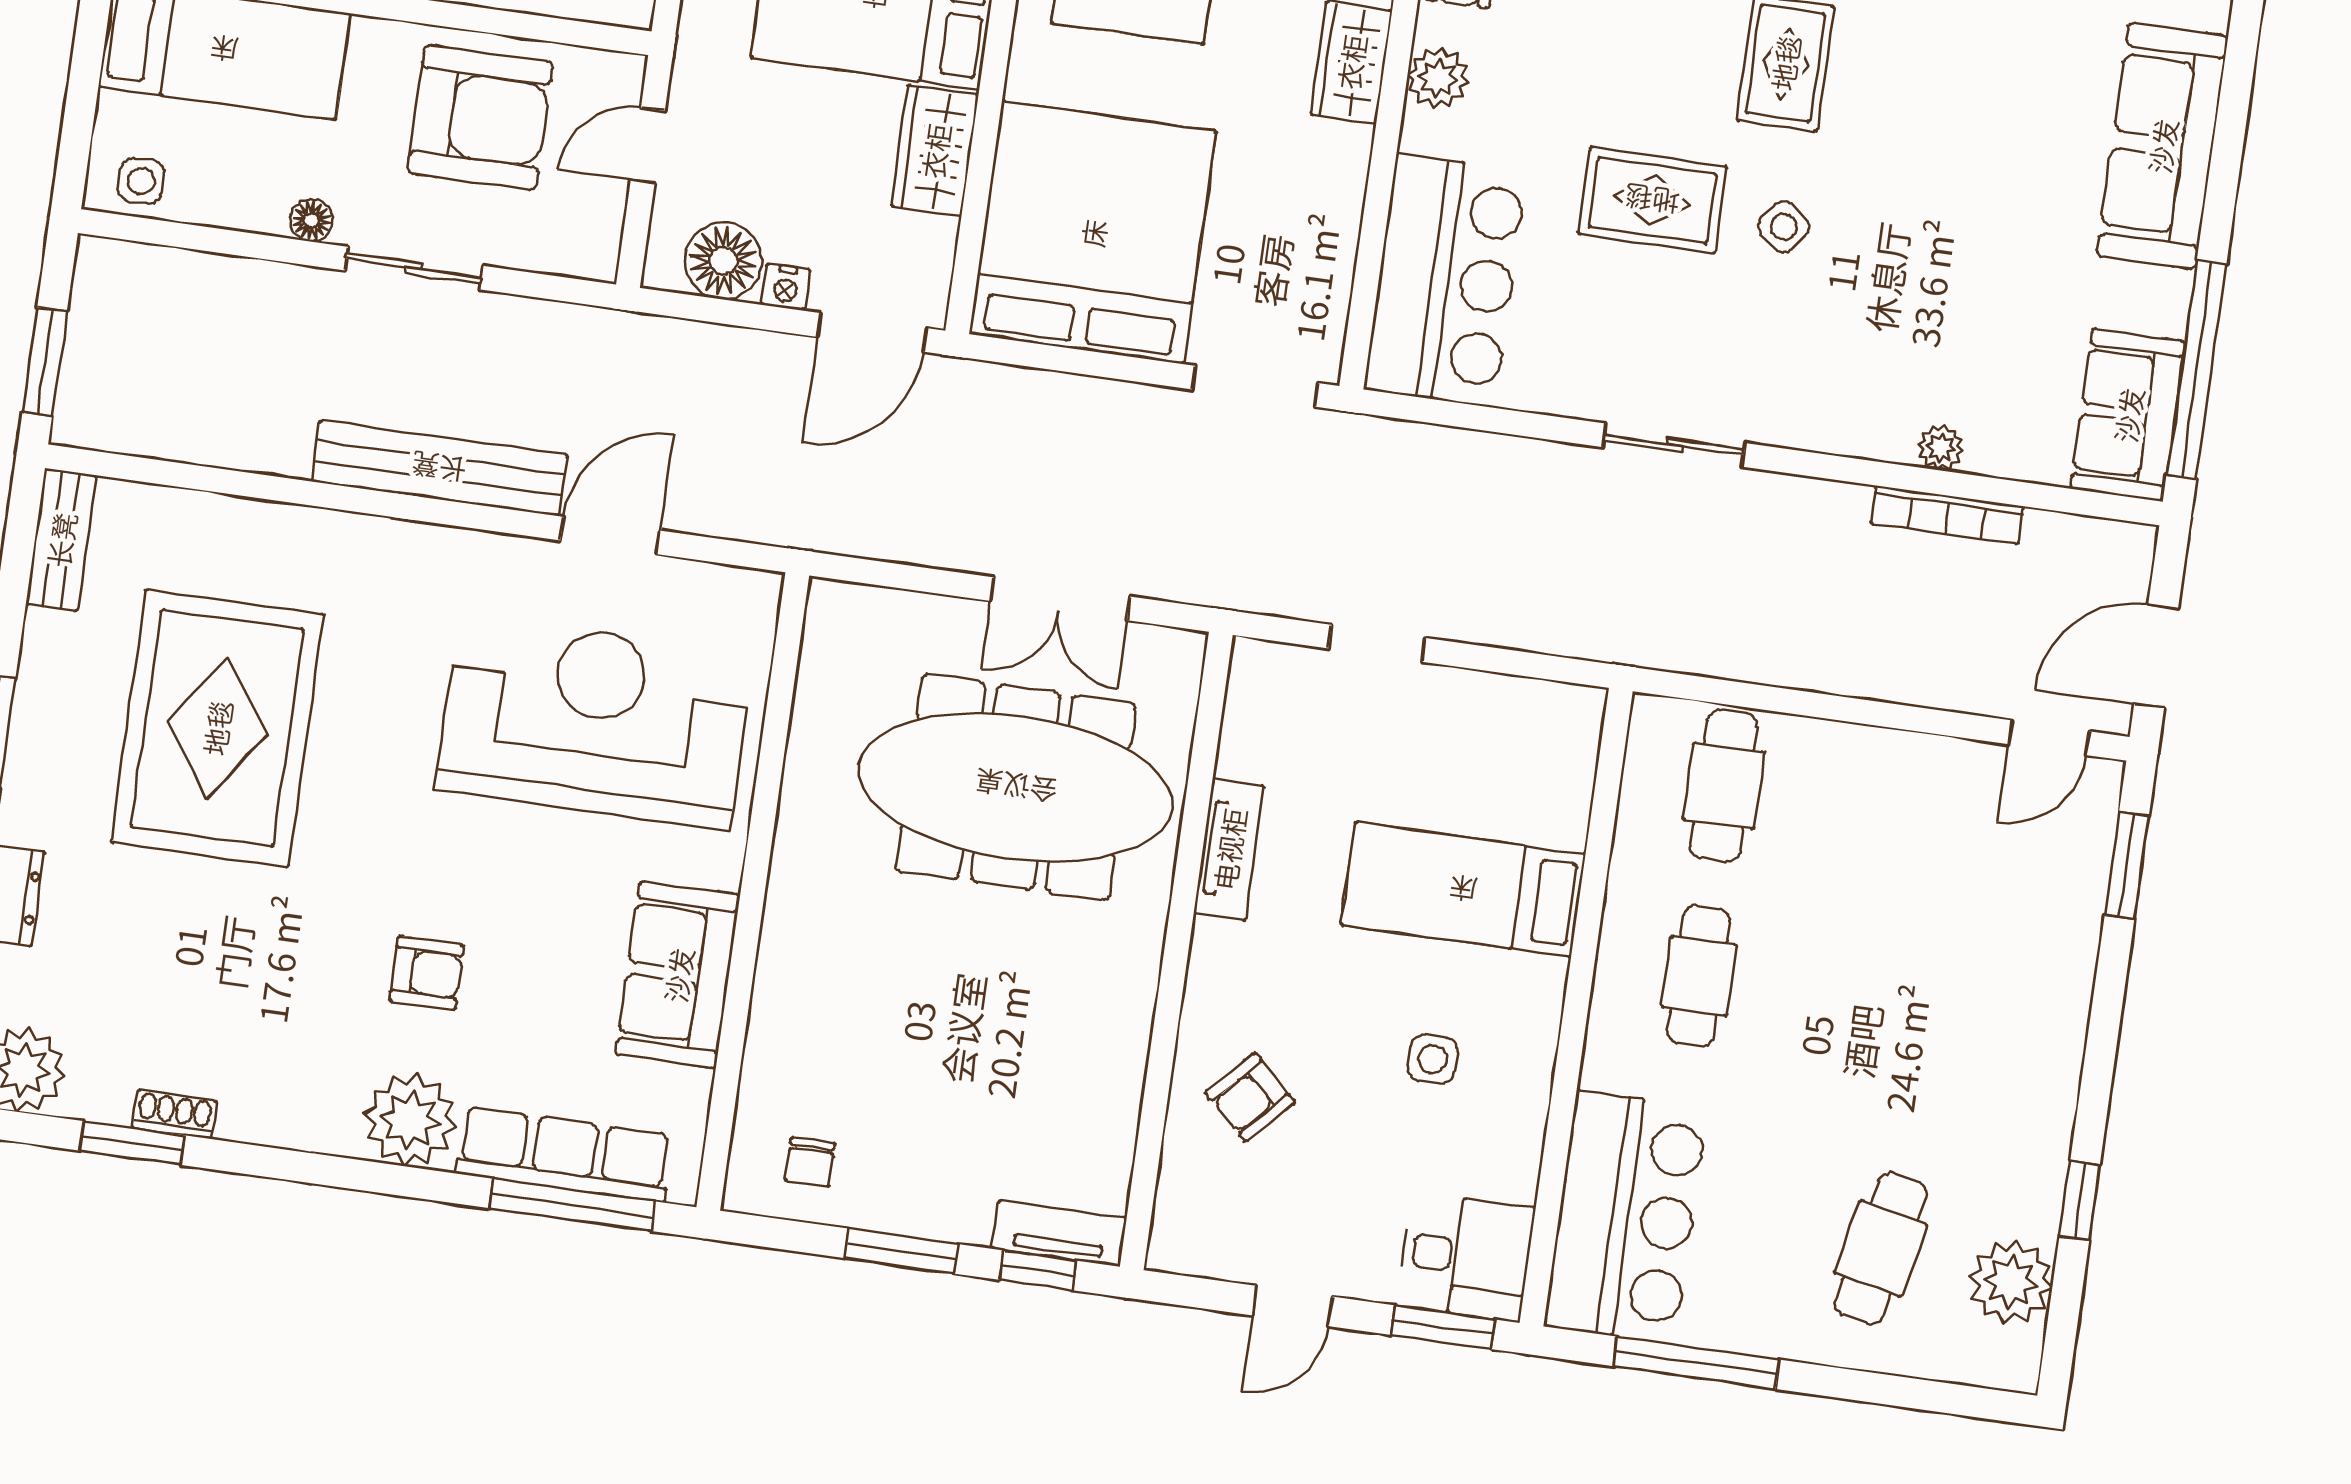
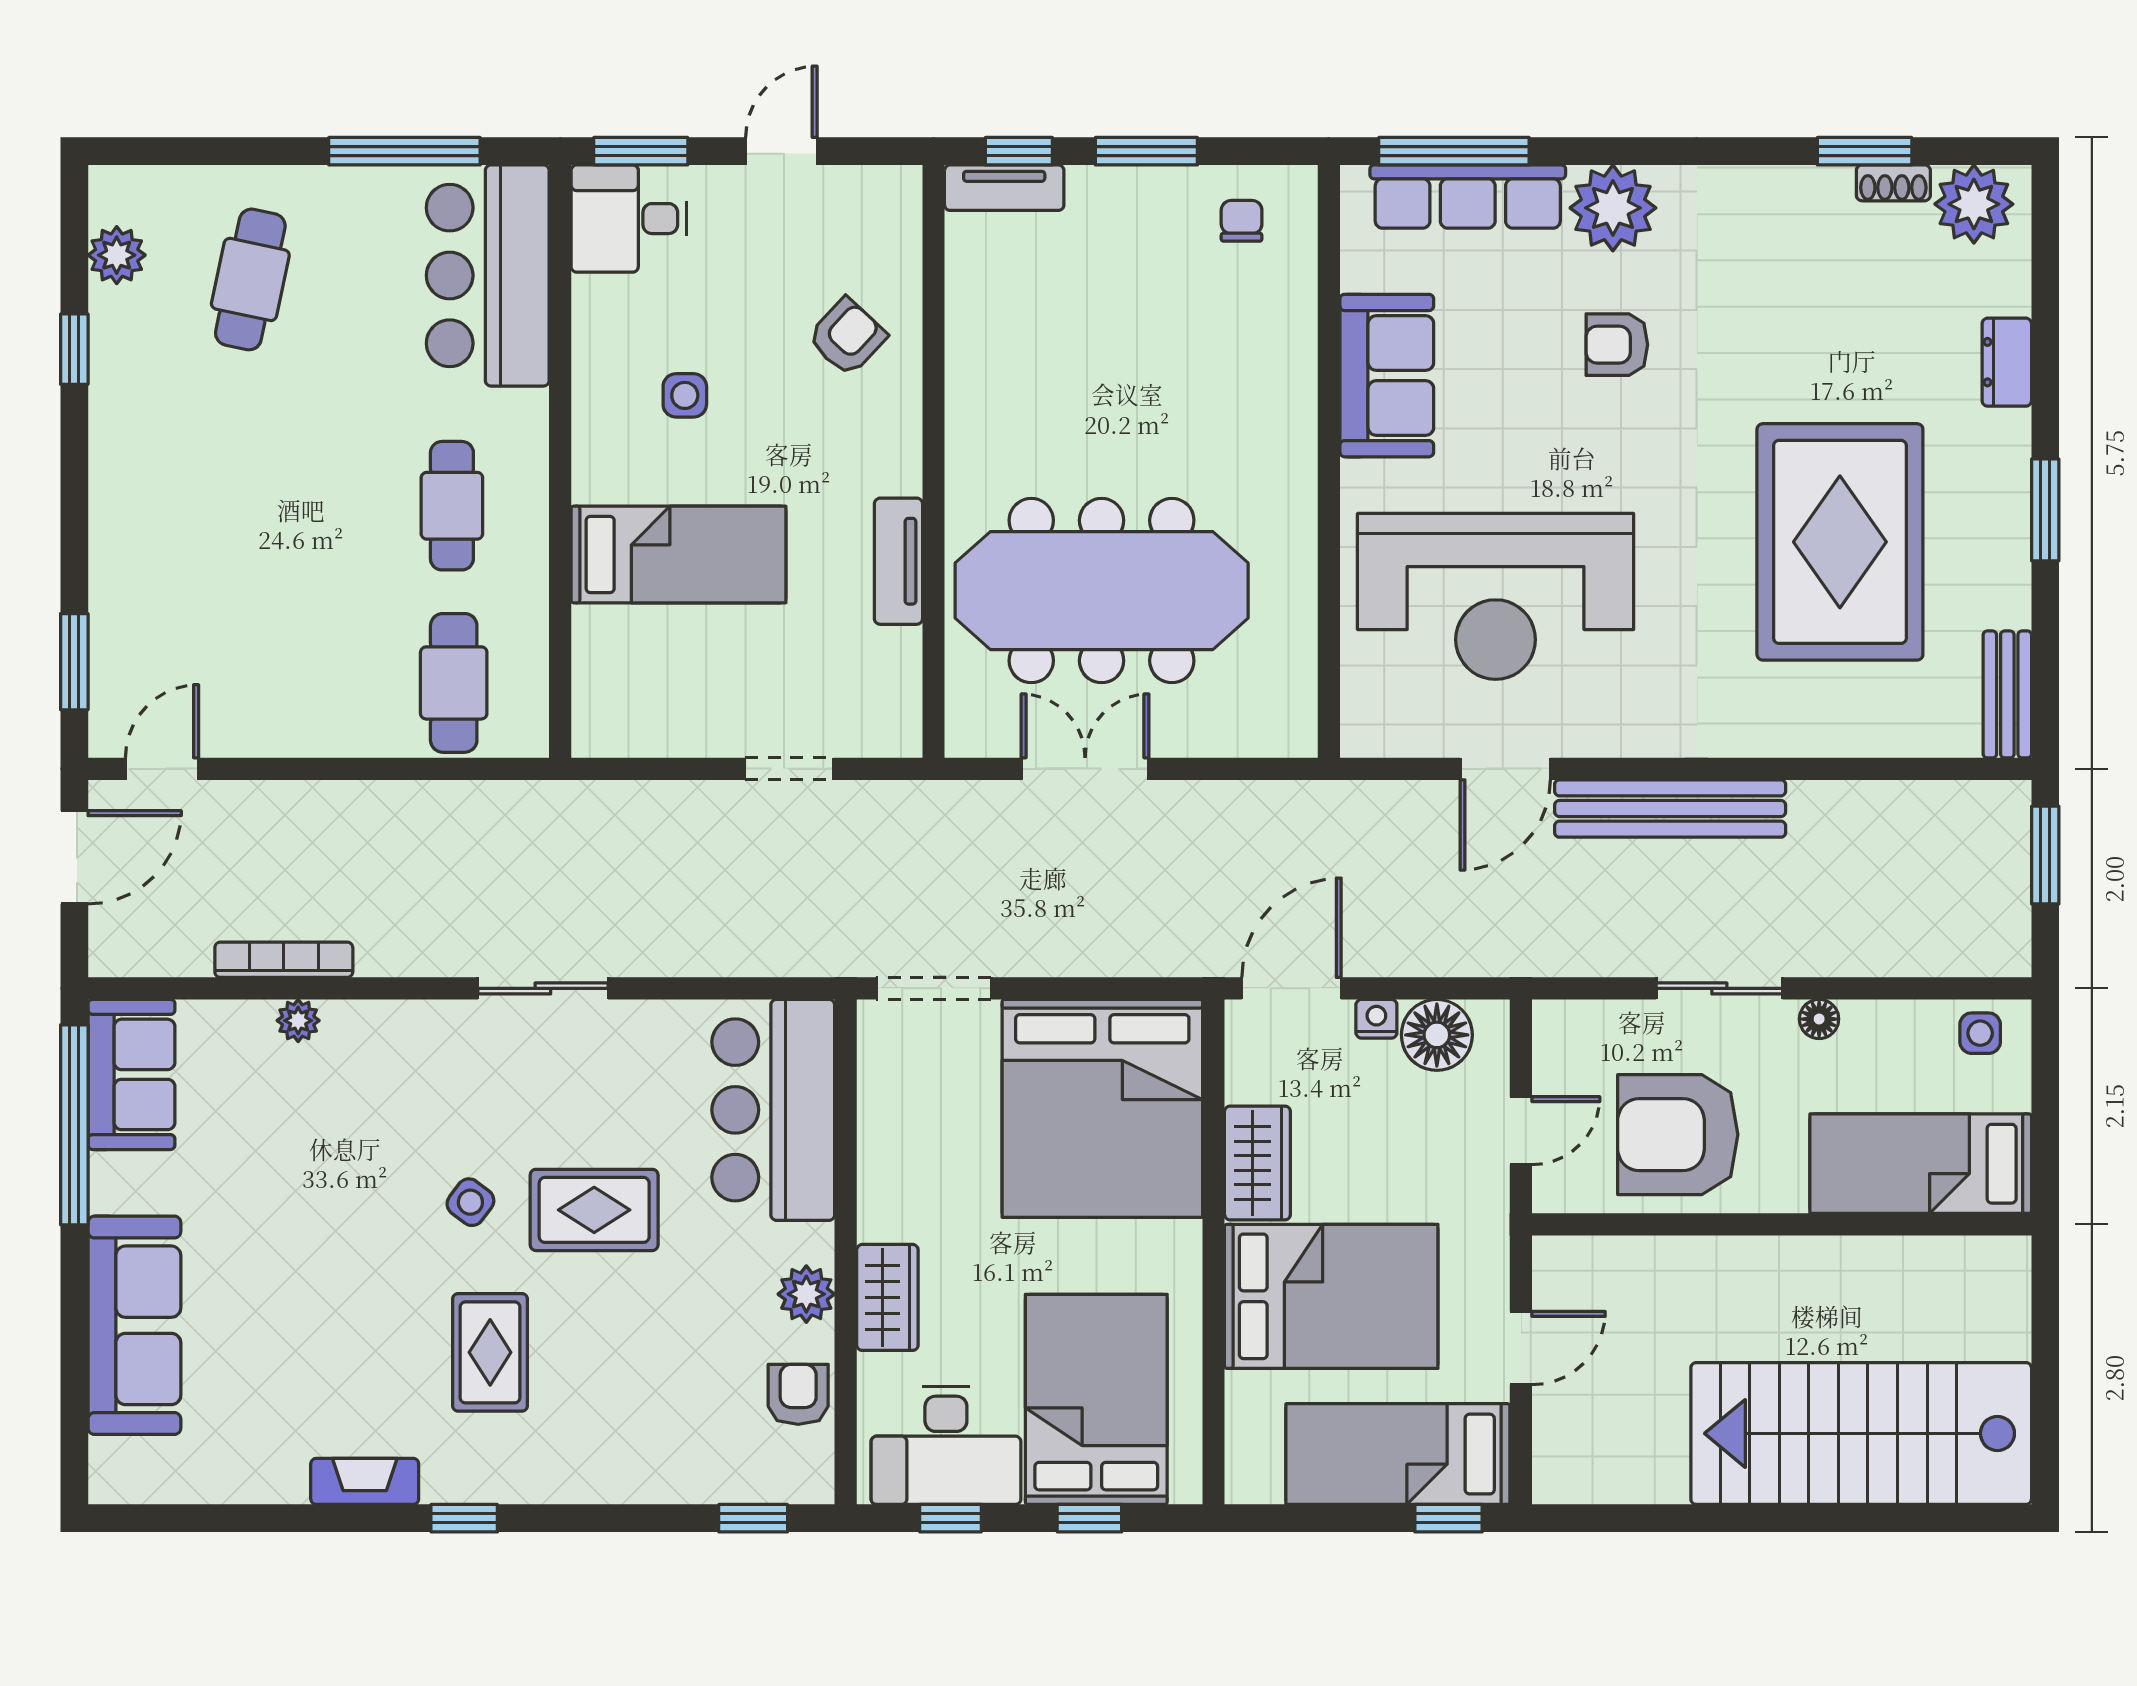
shoe rack: (174, 1114) -> (1893, 183), moved
plant: (2011, 1282) -> (117, 255), width x0.73, depth x0.73

